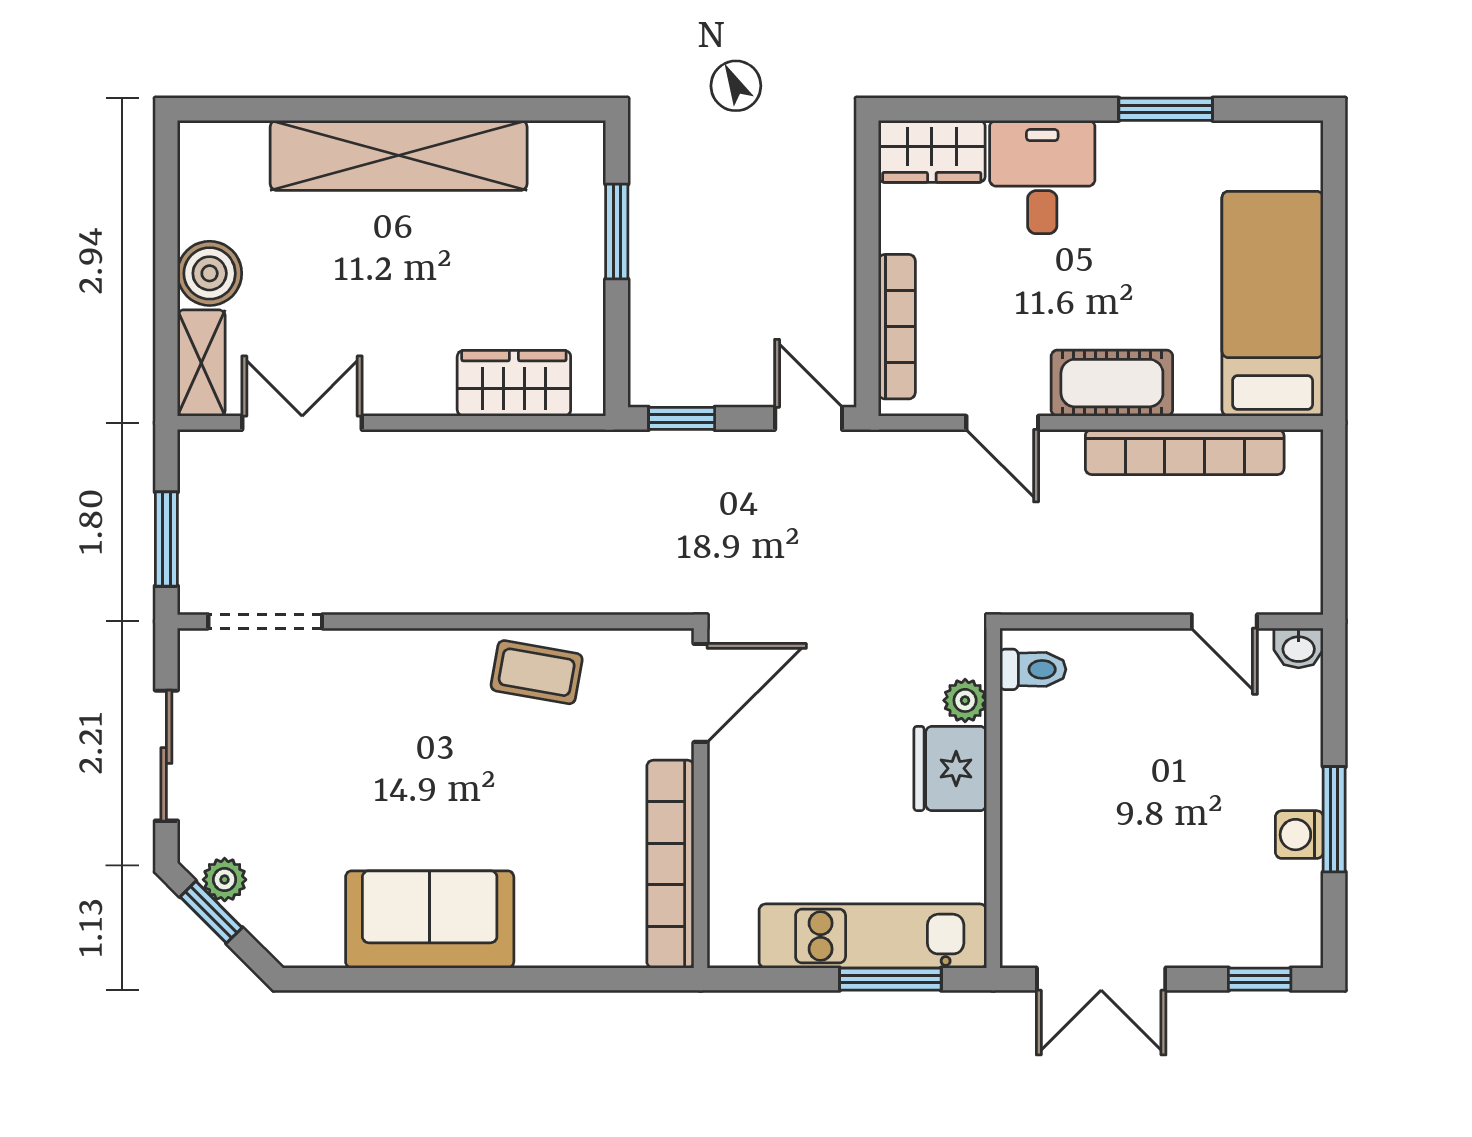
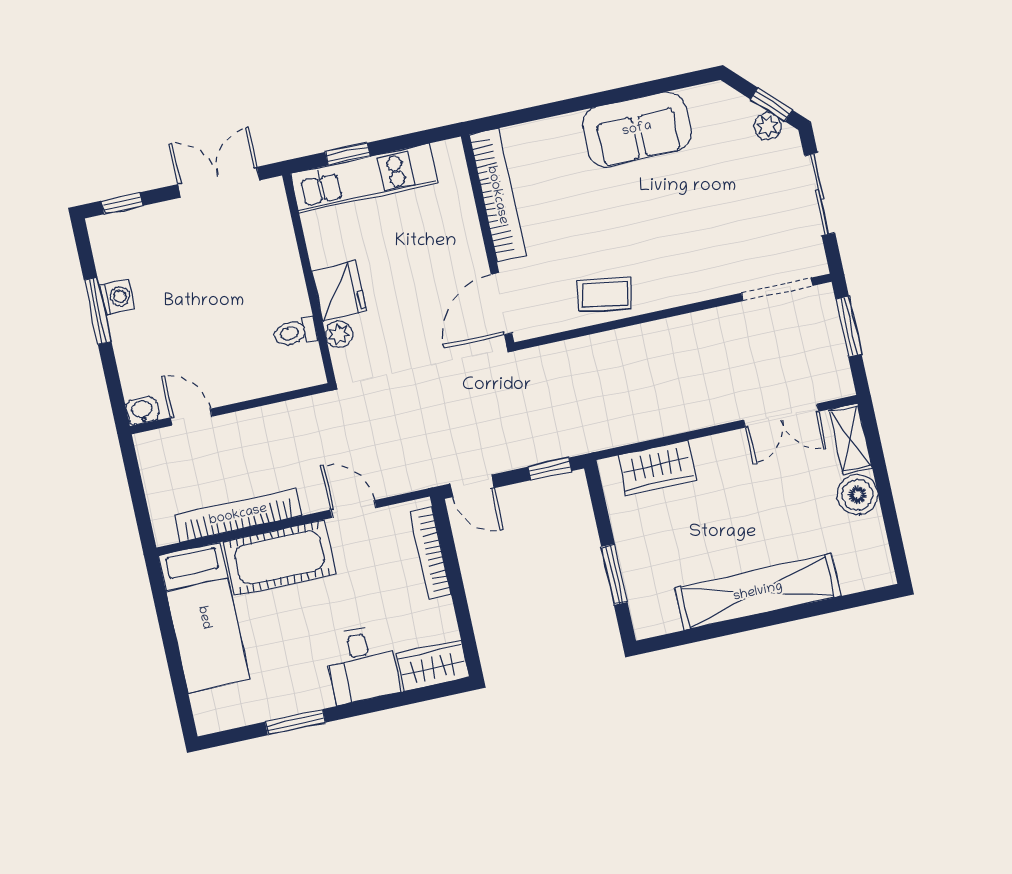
cot: (1112, 383) -> (279, 558), width x1.37, depth x1.34
toilet: (1033, 669) -> (295, 332), moved
window: (890, 979) -> (348, 154), width x0.67

